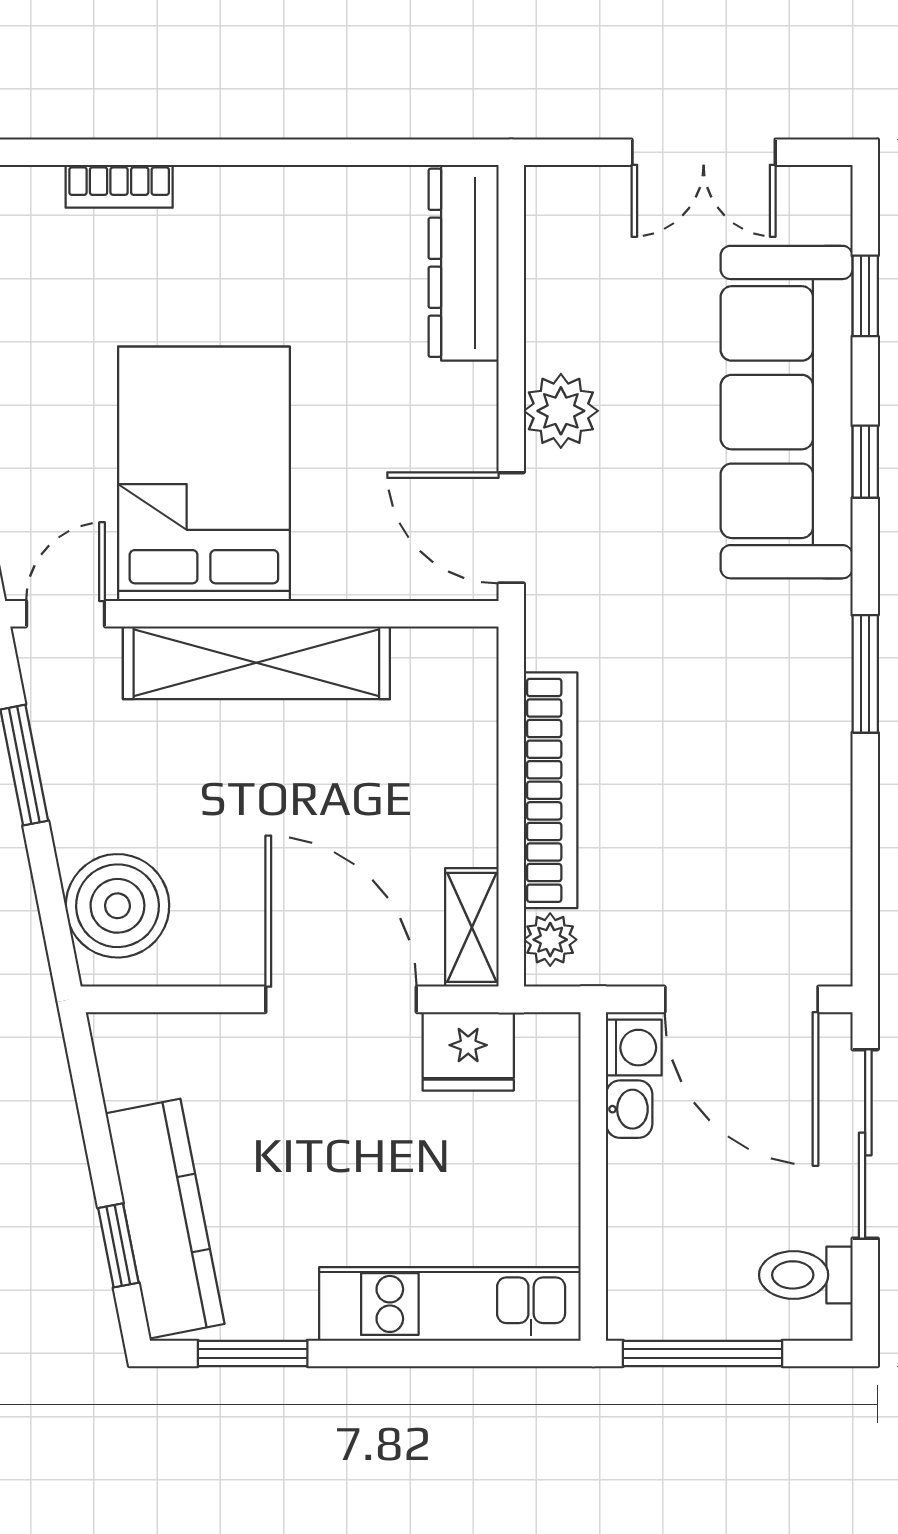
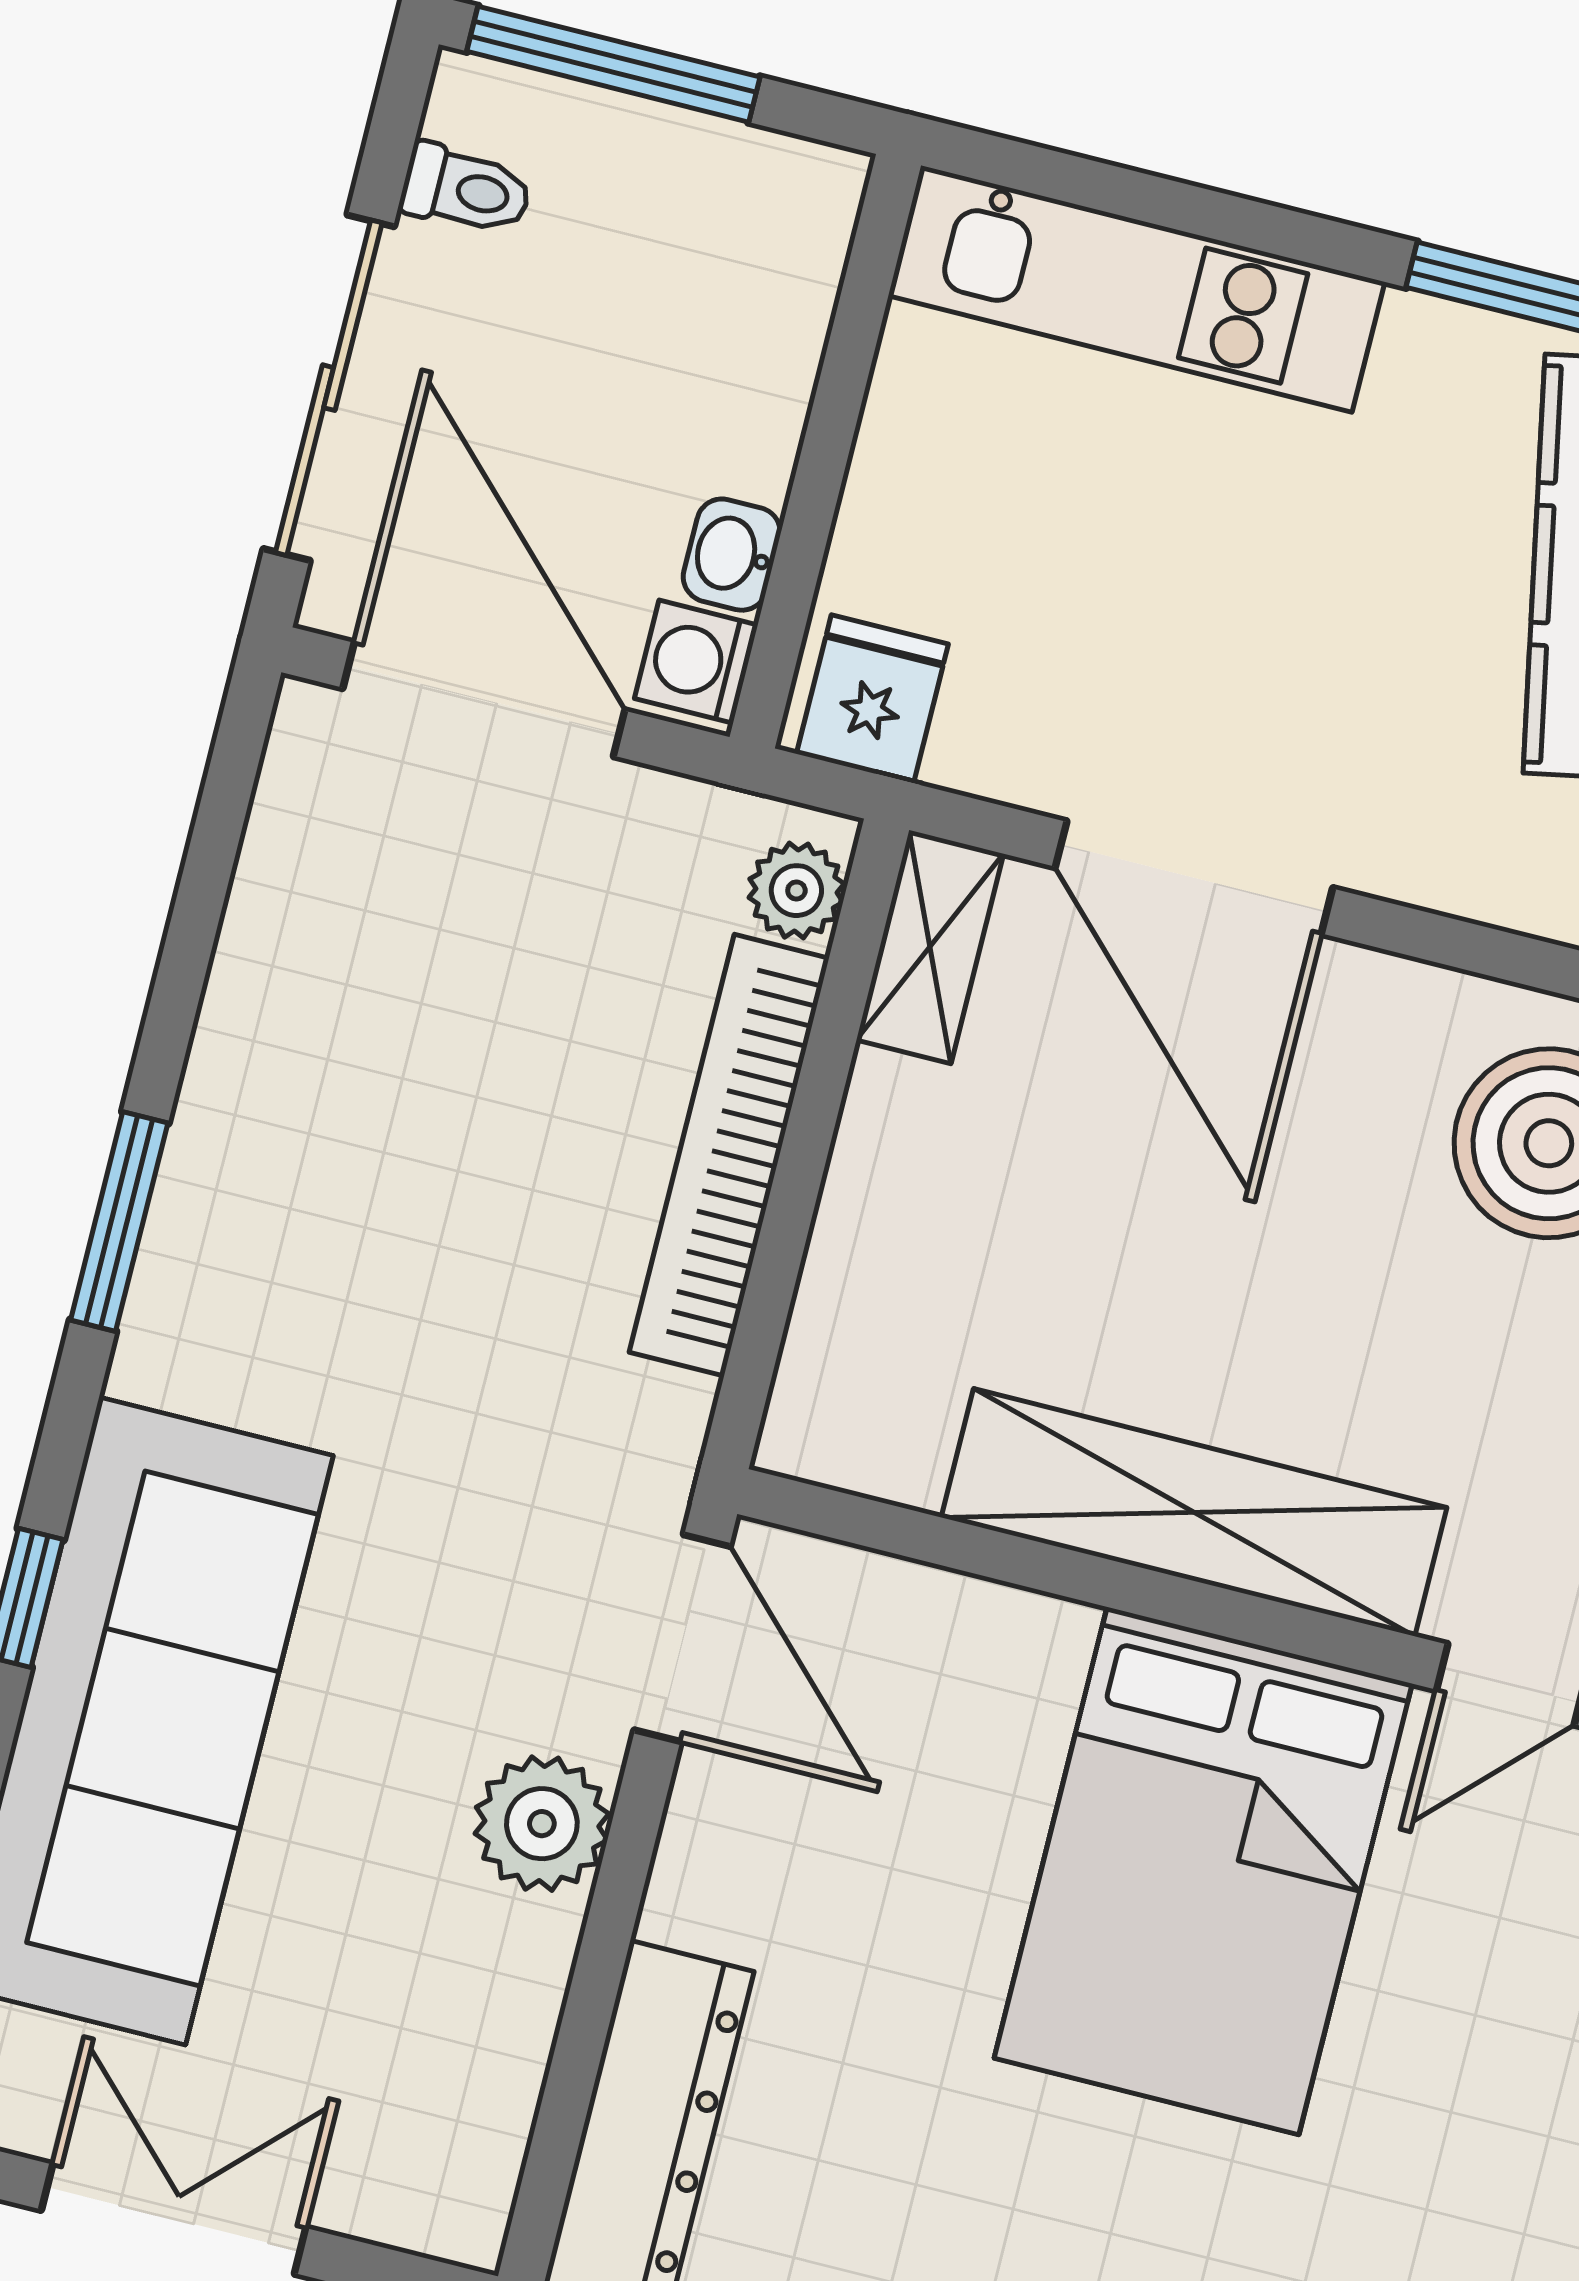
fridge: (468, 1051) -> (872, 699), moved, width x0.72
toilet: (806, 1275) -> (466, 190), width x0.73, depth x0.72
window: (703, 1353) -> (613, 64), moved

